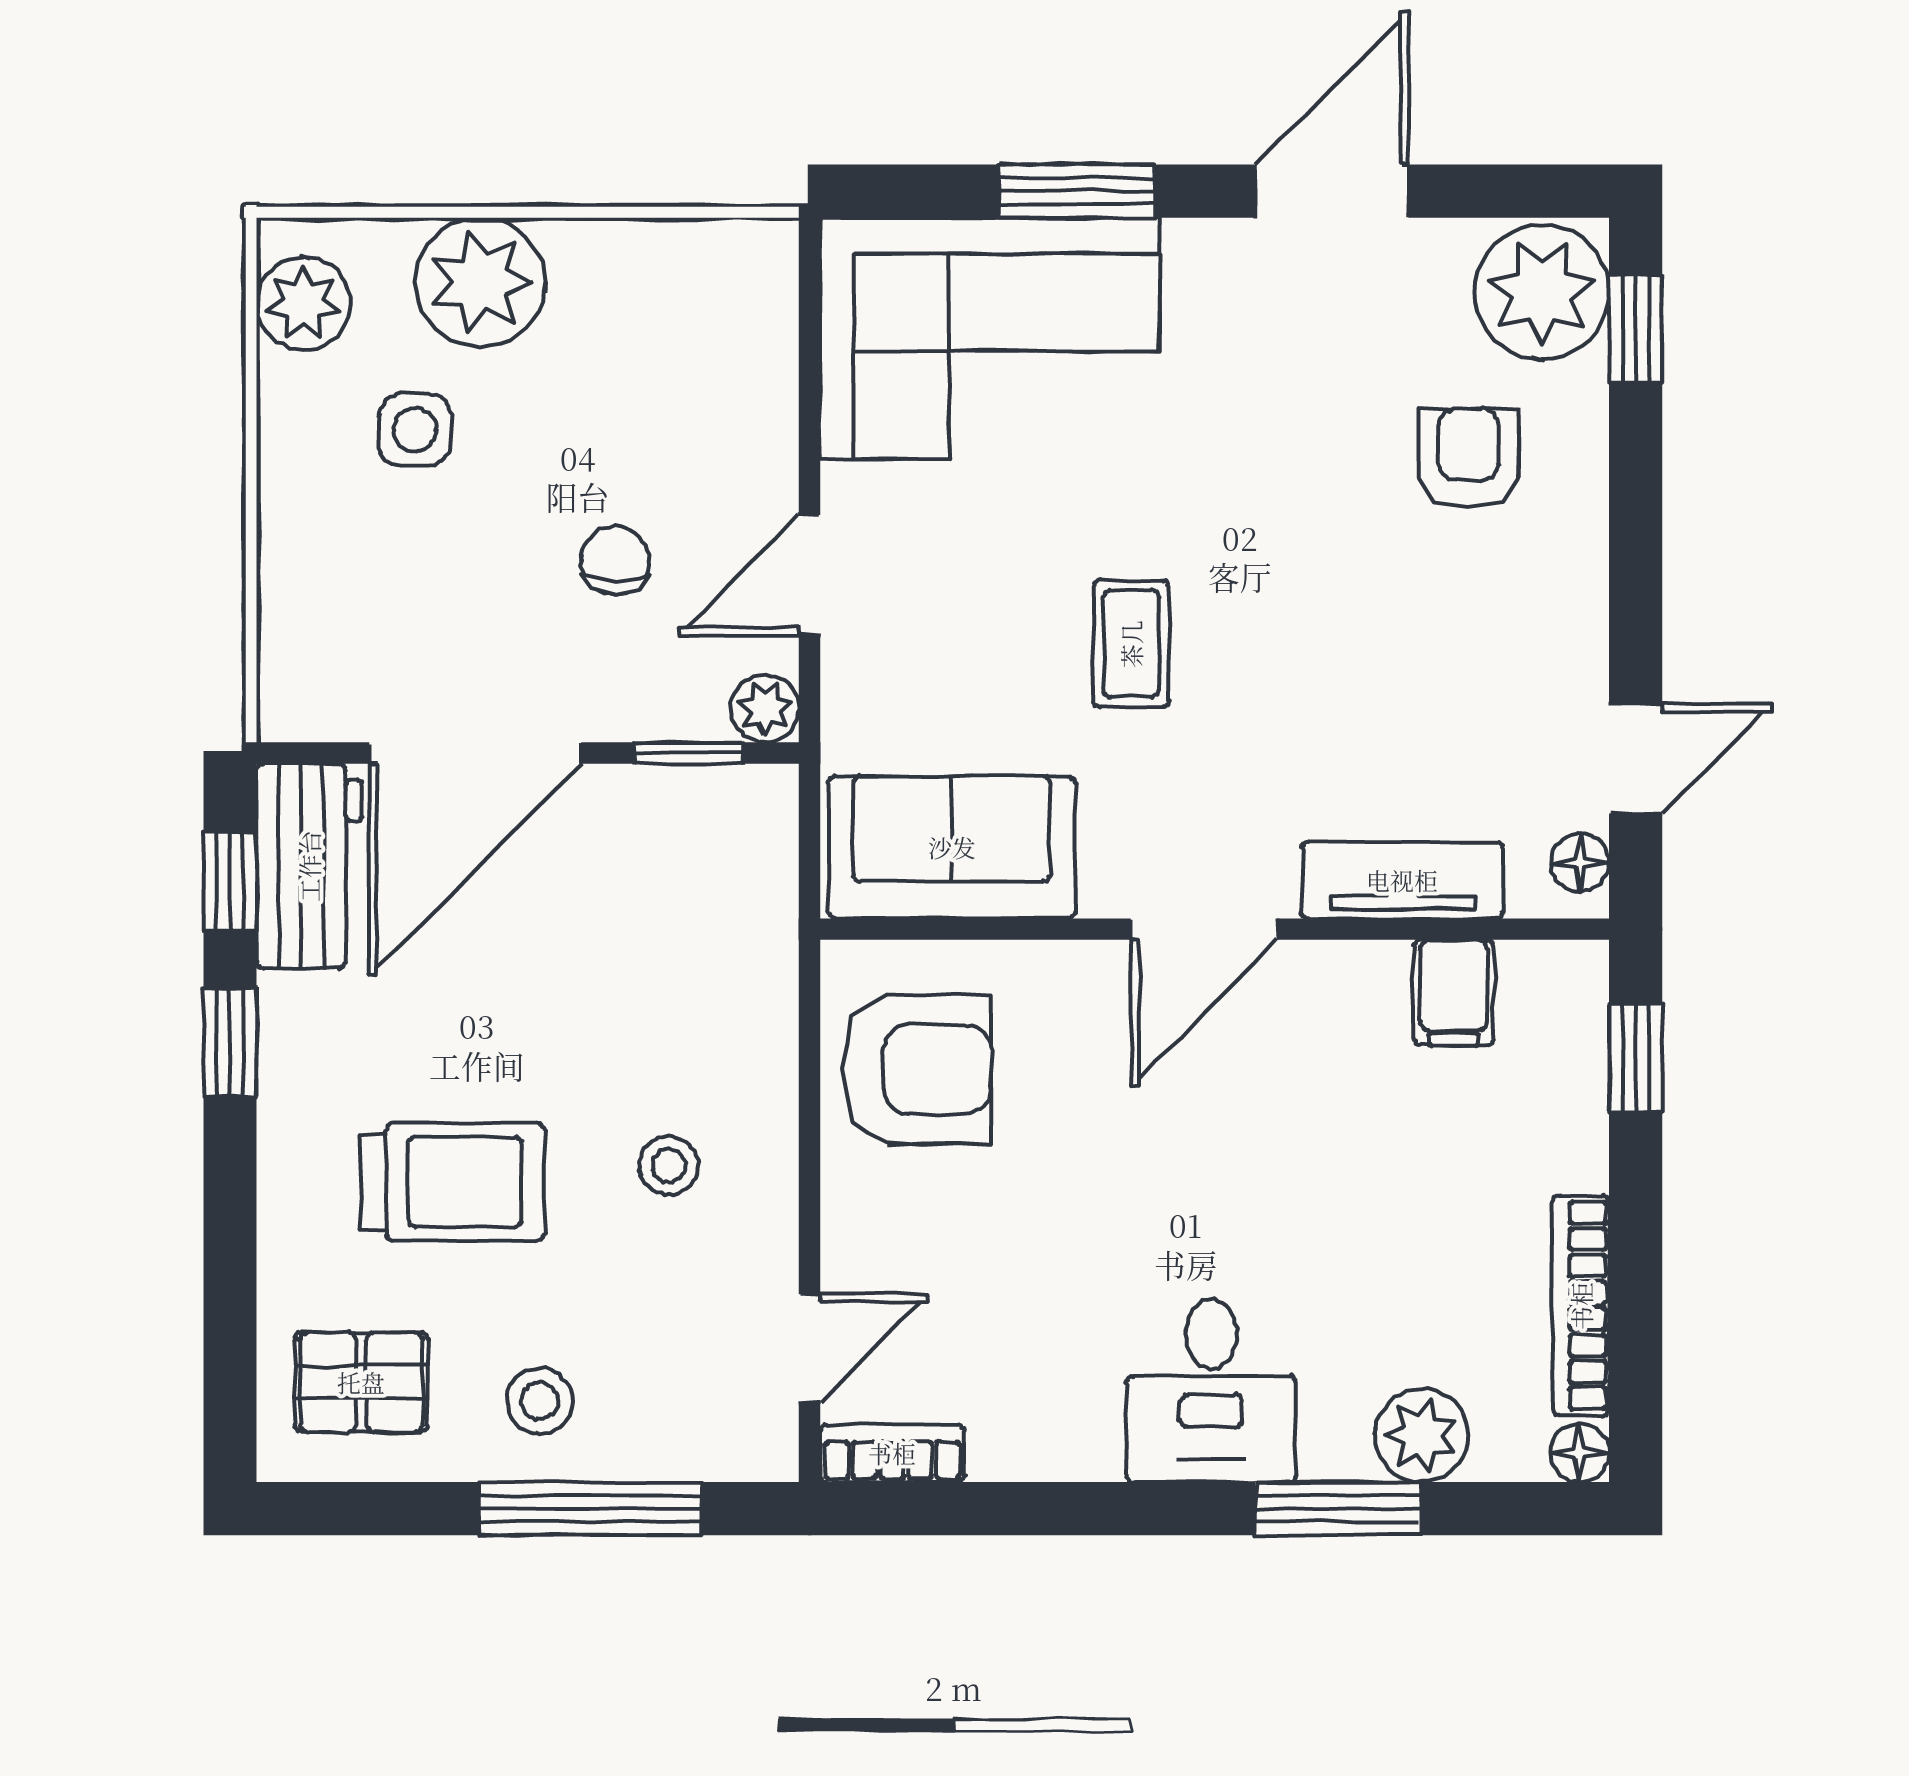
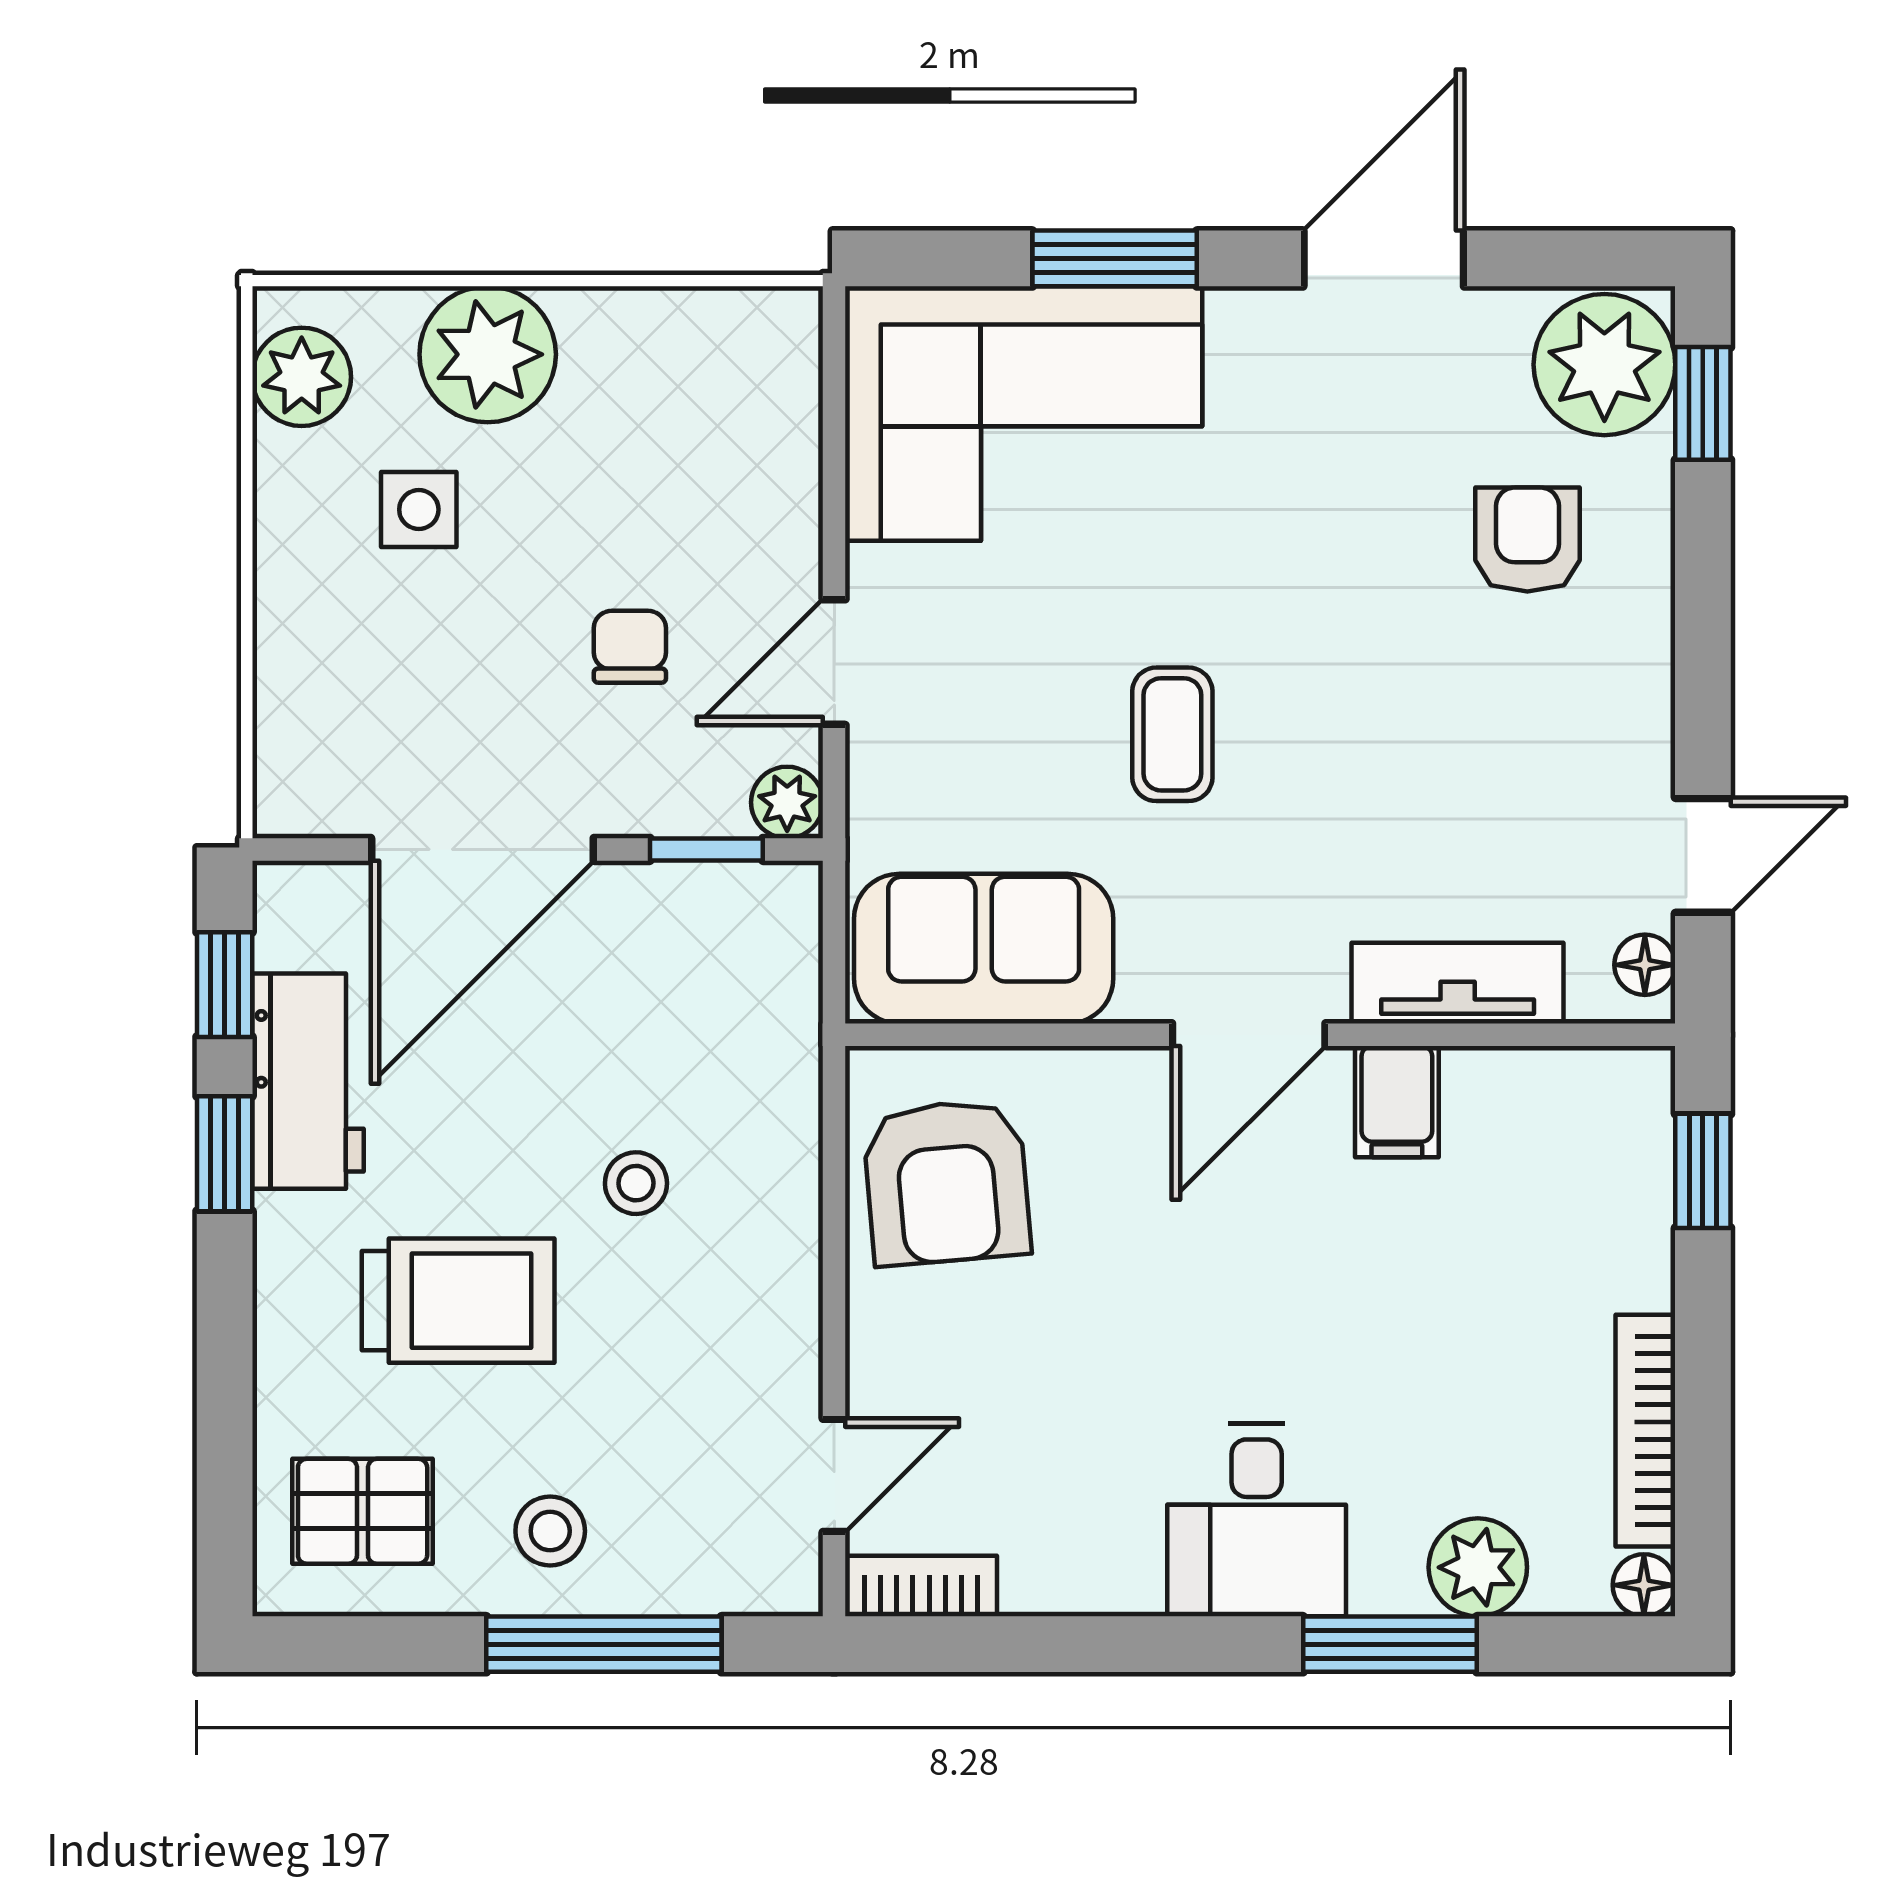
workbench: (309, 866) -> (308, 1081), moved
filing cabinet: (1454, 993) -> (1397, 1102), moved
armchair: (917, 1069) -> (947, 1182), turned 85
stool: (669, 1165) -> (636, 1183), moved

